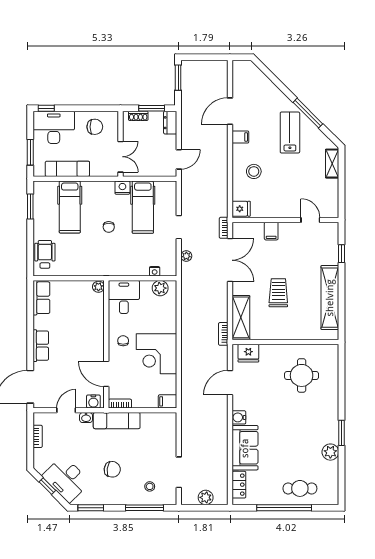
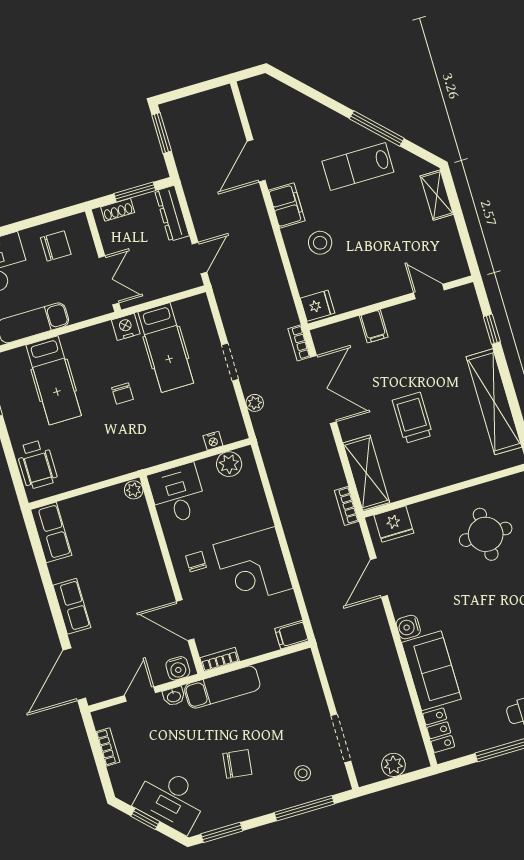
dresser: (170, 123) -> (172, 213), width x1.44
lab bench: (290, 133) -> (358, 167), turned -90
filing cabinet: (240, 137) -> (287, 205), width x2.00
wheelchair: (45, 254) -> (37, 464), turned 180

